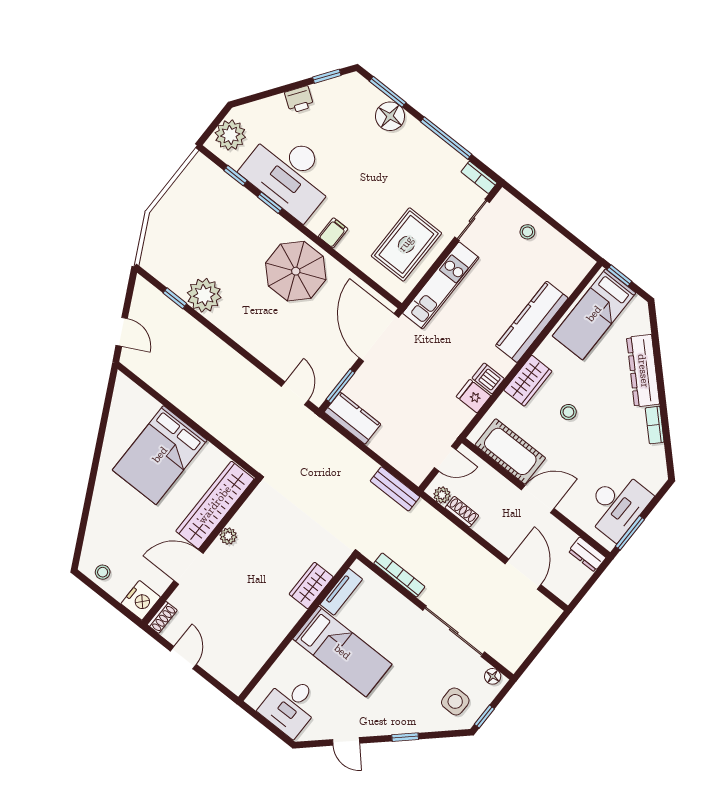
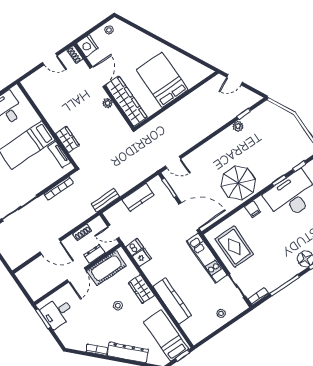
plant: (204, 295) -> (238, 126), width x0.53, depth x0.53
dishwasher: (488, 378) -> (135, 247), moved
kitchen counter: (352, 418) -> (138, 197), moved
door: (445, 459) -> (113, 232), hinge flipped
plant: (442, 495) -> (94, 224), removed
desk: (617, 505) -> (57, 312), width x0.73
dresser: (587, 554) -> (94, 254), moved
door: (523, 574) -> (50, 247), moved

